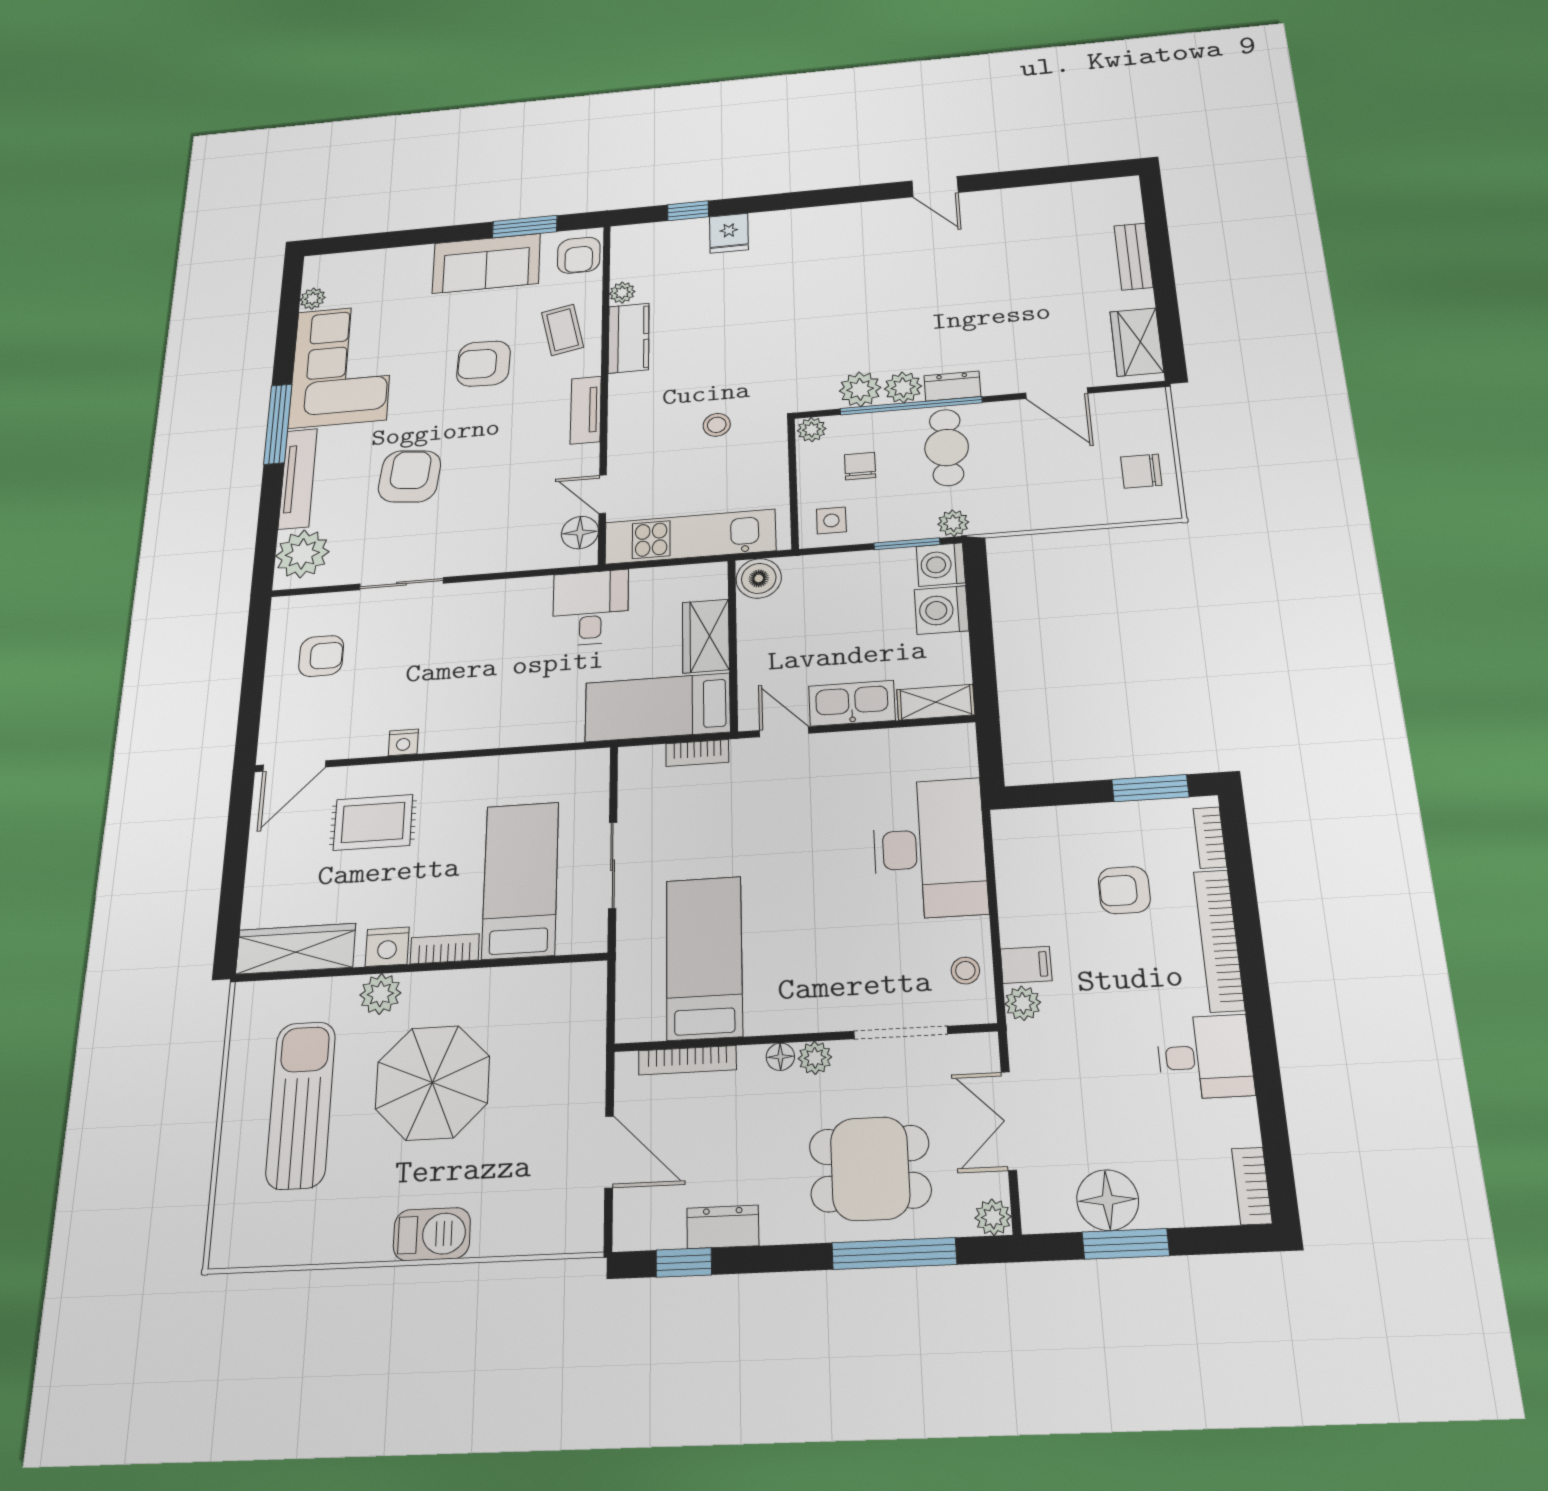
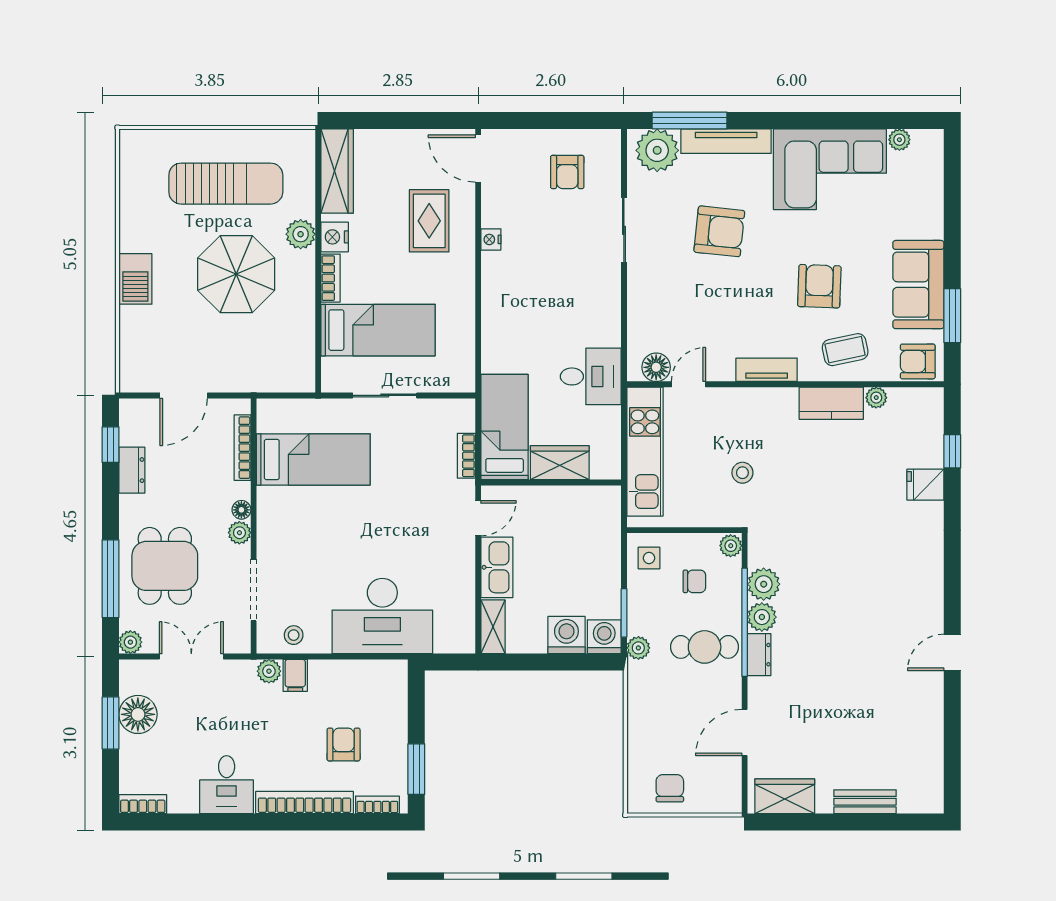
window: (278, 424) -> (690, 121), moved
boiler: (759, 578) -> (604, 503), removed

